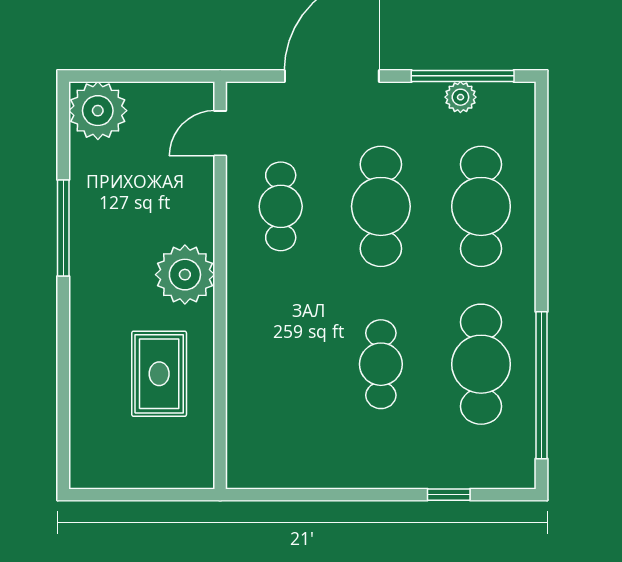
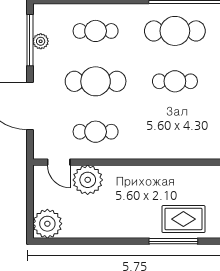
cafe table: (481, 206) -> (96, 31), width x0.73, depth x0.74
window: (63, 228) -> (173, 241), moved
plant: (185, 275) -> (88, 180), moved
rug: (159, 374) -> (183, 219), moved

